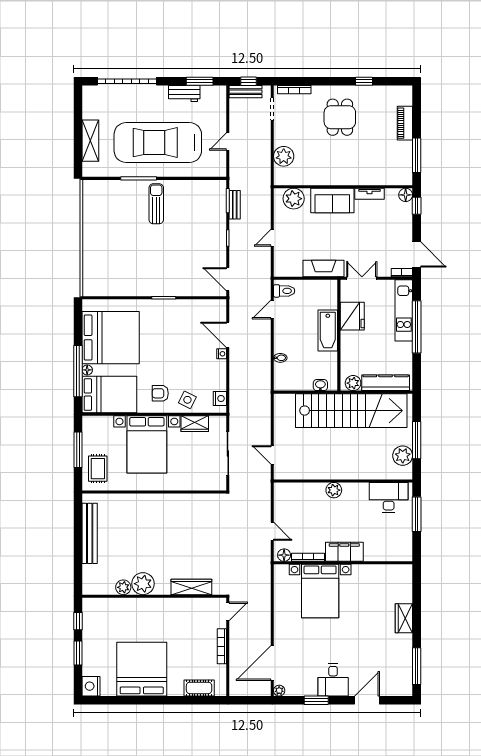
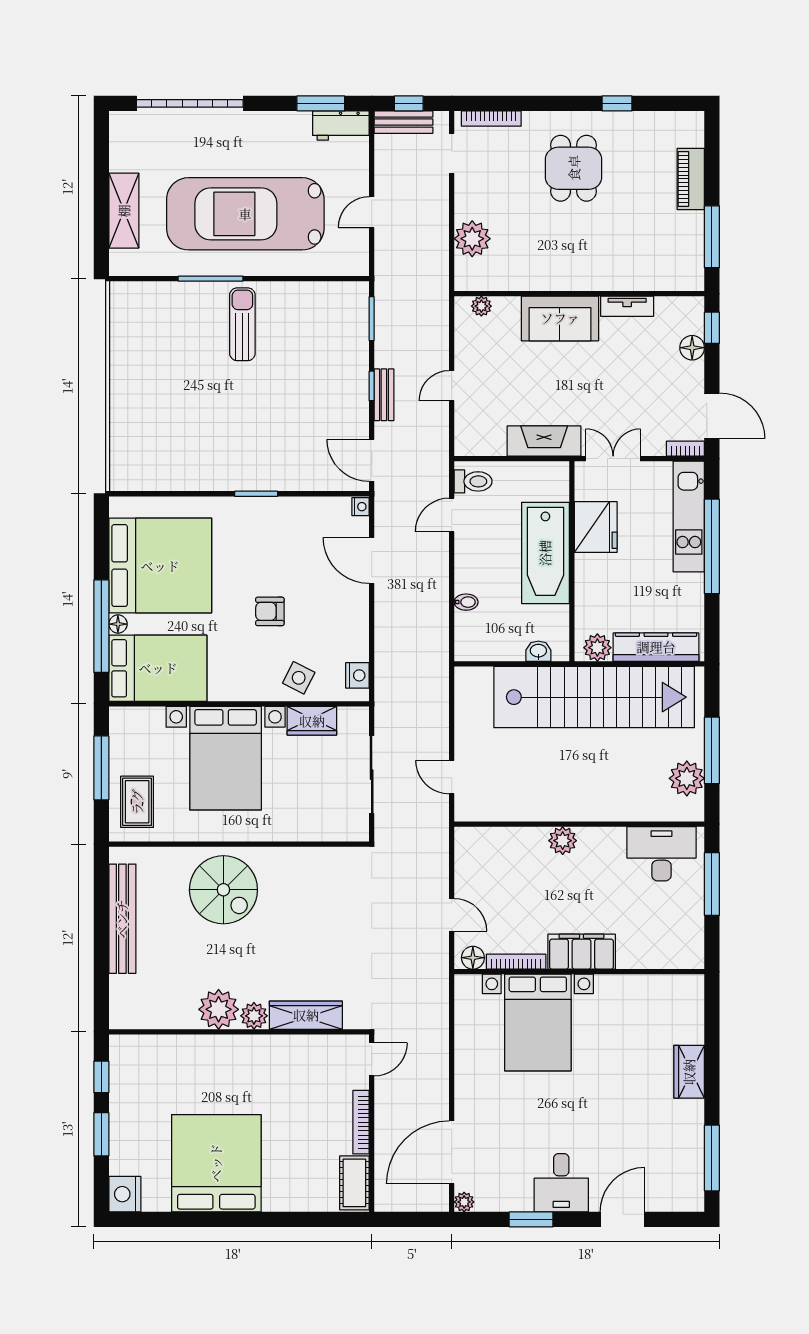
workbench: (184, 93) -> (341, 125), moved
floor lamp: (406, 195) -> (692, 348), moved
plant: (294, 199) -> (481, 306), width x0.53, depth x0.53
bench: (235, 205) -> (384, 395), moved
bathtub: (328, 331) -> (545, 553), width x1.36, depth x1.36
nightstand: (222, 354) -> (360, 507), moved
armchair: (160, 393) -> (270, 611), moved
spiral stairs: (146, 517) -> (223, 890), added
plant: (123, 587) -> (254, 1016), moved
cot: (199, 688) -> (354, 1183), moved, turned 90

